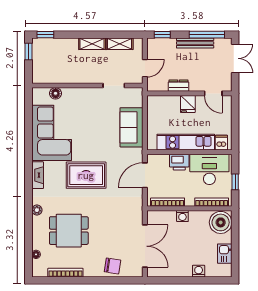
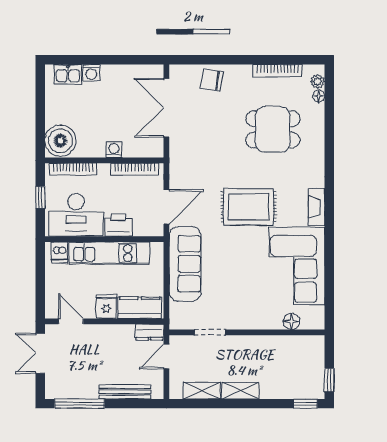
window: (162, 35) -> (142, 404), removed
bench: (195, 43) -> (125, 392), moved
double door: (235, 58) -> (40, 353), moved
dresser: (178, 86) -> (149, 332), moved
kitchen counter: (164, 103) -> (140, 308), added
sofa: (131, 127) -> (185, 264), width x1.36
plant: (37, 210) -> (318, 81), moved
kitchen sink: (225, 254) -> (68, 74), moved, turned 90

